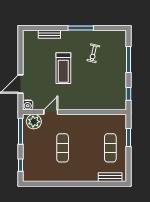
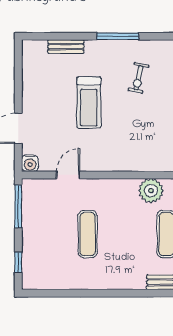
plant: (34, 122) -> (151, 191), moved

